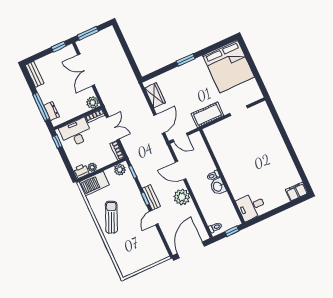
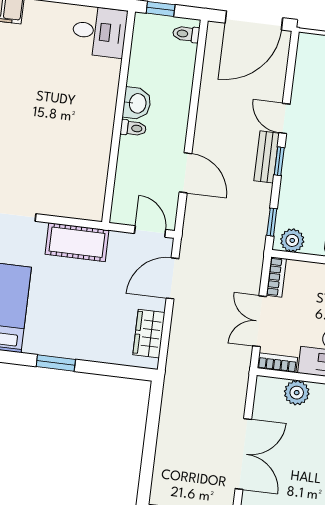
plant: (93, 103) -> (297, 393), moved
plant: (182, 197) -> (212, 124), removed
door: (154, 218) -> (285, 118), swing flipped

